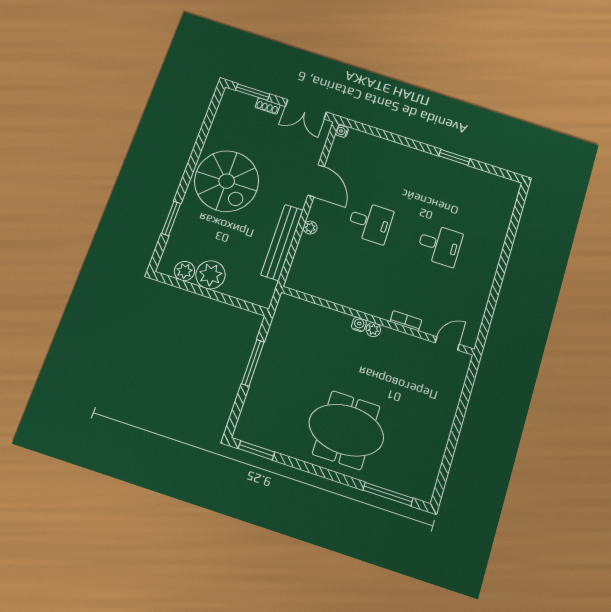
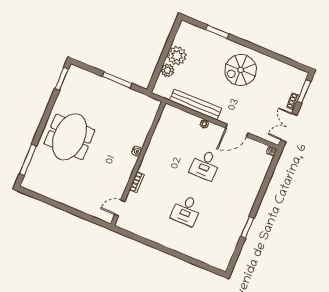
spiral stairs: (227, 181) -> (241, 70), width x0.73, depth x0.73
plant: (184, 271) -> (168, 70), moved
plant: (373, 330) -> (133, 160), removed
door: (447, 343) -> (120, 208), swing flipped

